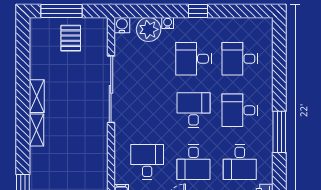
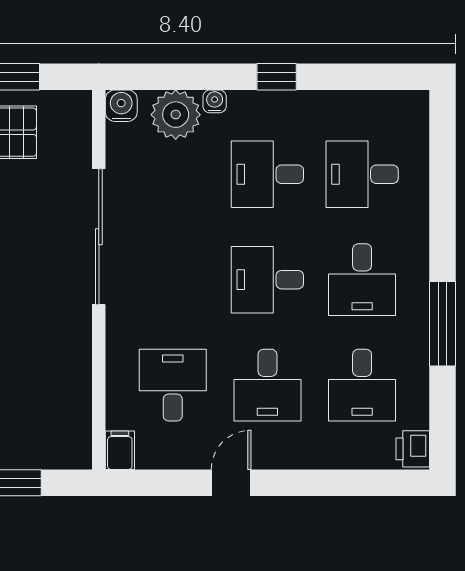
desk: (193, 110) -> (267, 280), turned -90
desk: (240, 110) -> (362, 280), turned -90

